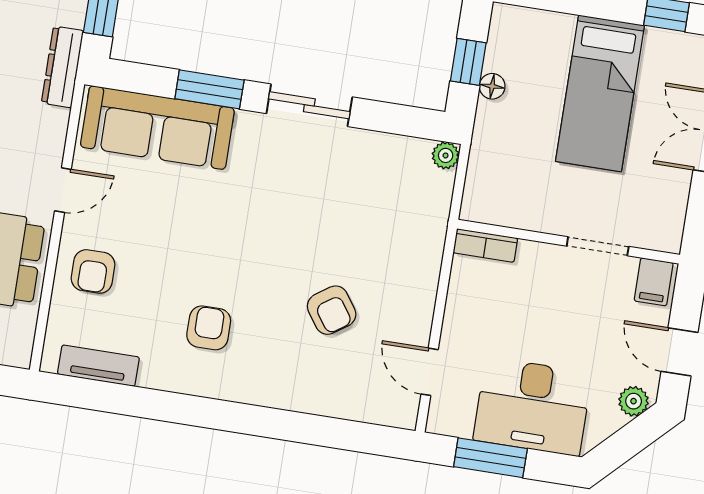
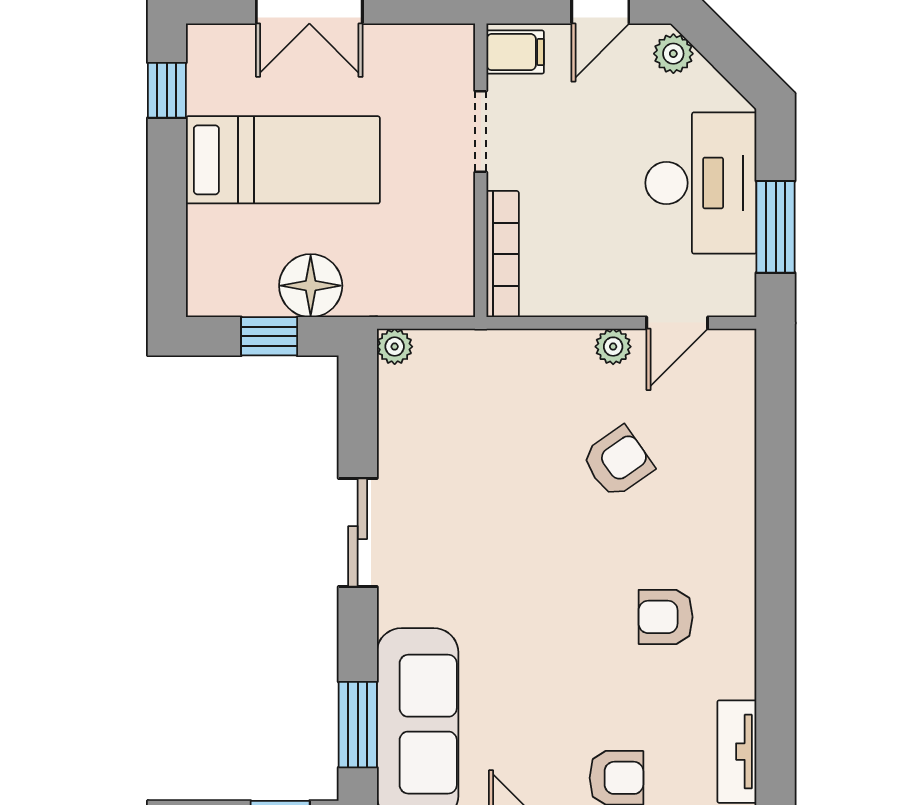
floor lamp: (492, 86) -> (311, 286), width x1.89, depth x1.89
window: (209, 89) -> (358, 725), moved
bookcase: (485, 245) -> (503, 254), width x1.56
plant: (419, 321) -> (613, 347), added

